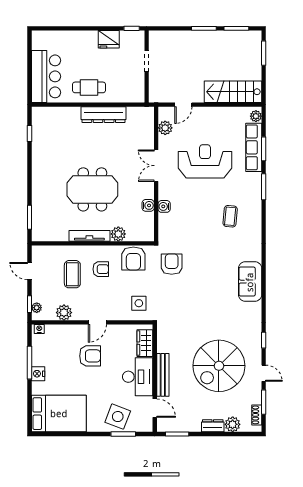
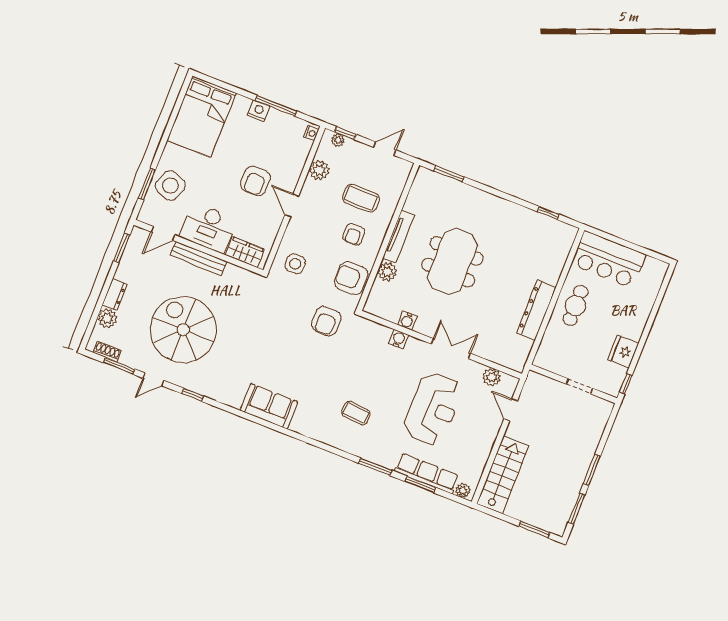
armchair: (172, 264) -> (326, 321), turned 90

